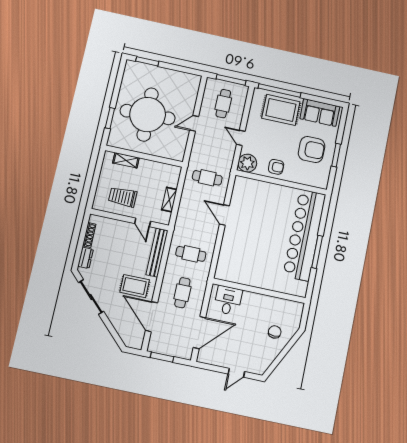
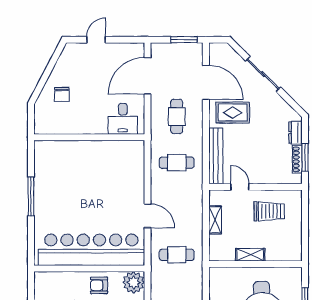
shelving: (126, 160) -> (250, 255), moved
window: (82, 235) -> (305, 157), added
bar counter: (304, 235) -> (91, 250), moved, turned -90
sliding door: (91, 297) -> (263, 74), moved

